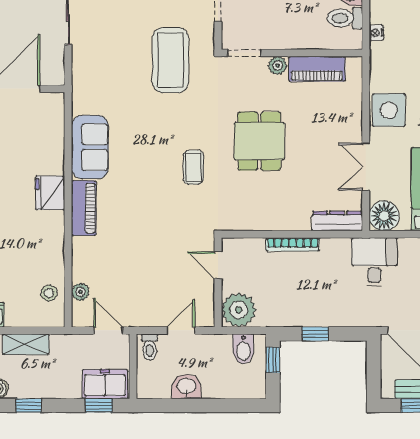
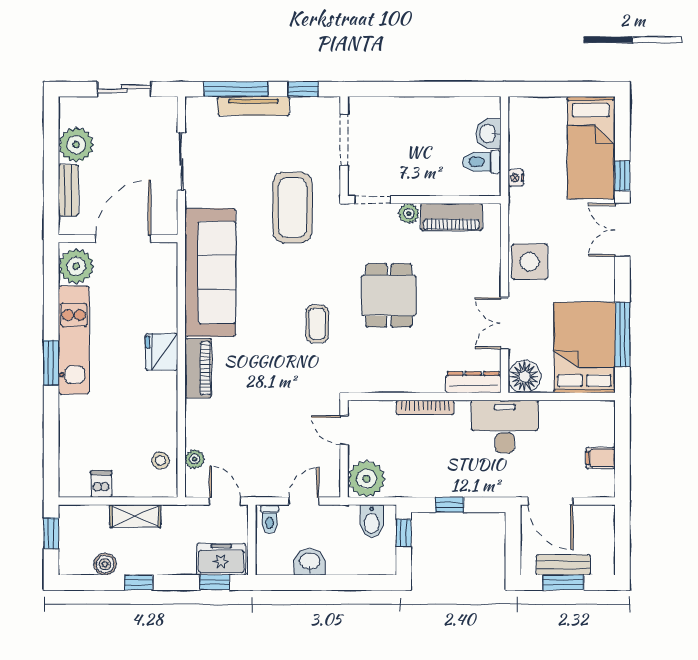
sofa: (90, 147) -> (210, 272), width x1.85, depth x1.27
desk: (374, 262) -> (505, 427), width x1.37

